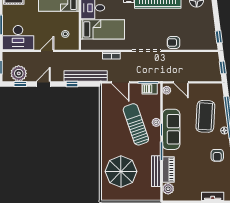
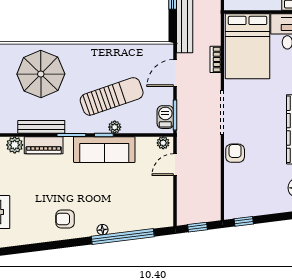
bed: (103, 29) -> (248, 46), width x1.50
coffee table: (205, 116) -> (124, 201), removed

